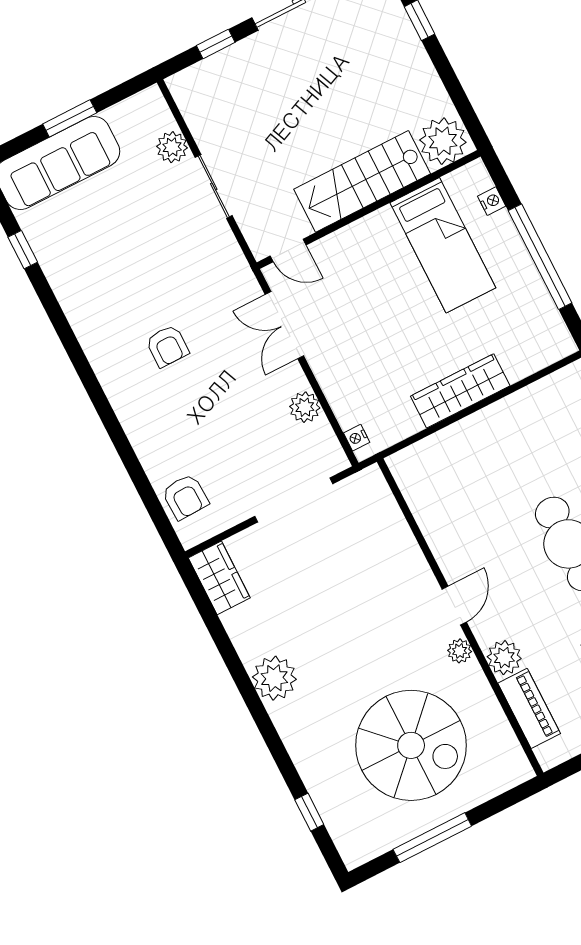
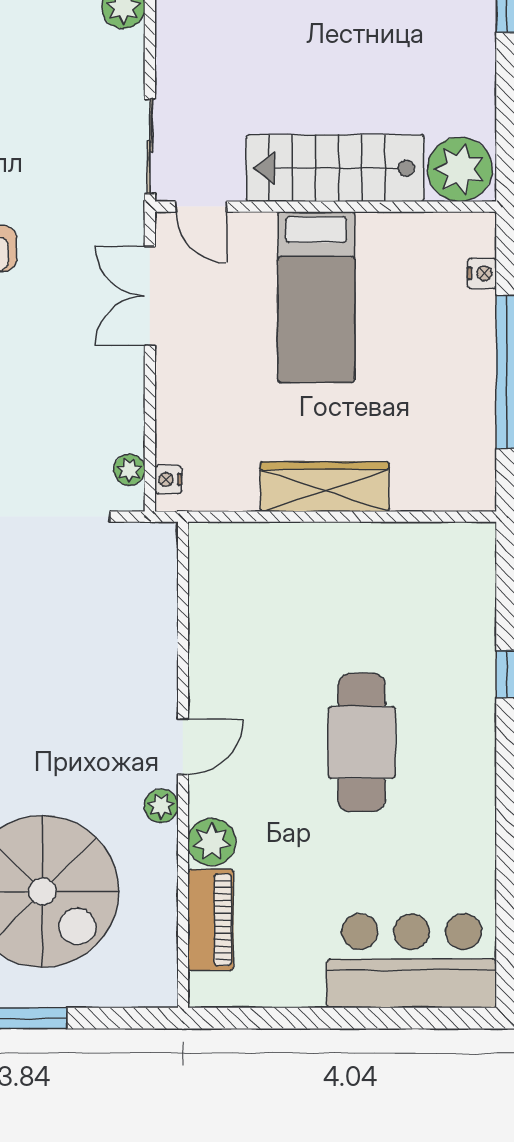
sliding door: (214, 186) -> (150, 146), moved
bed: (443, 245) -> (316, 297), moved
plant: (305, 407) -> (129, 470), moved, width x0.73, depth x0.73

